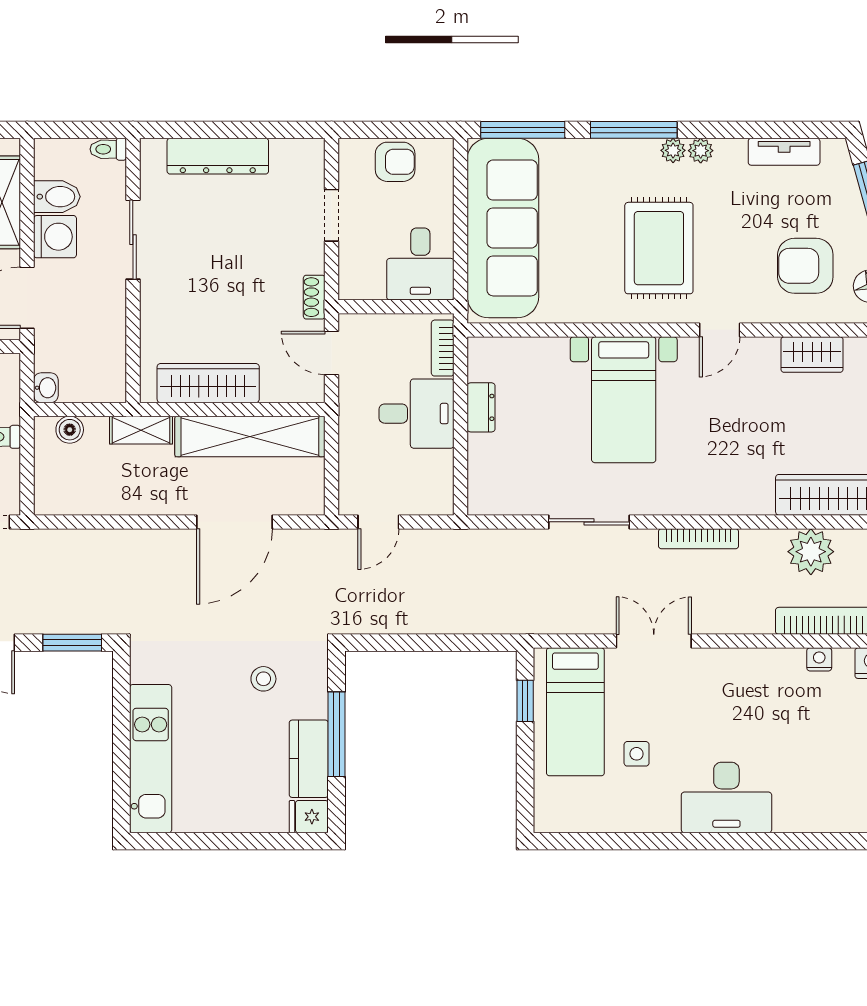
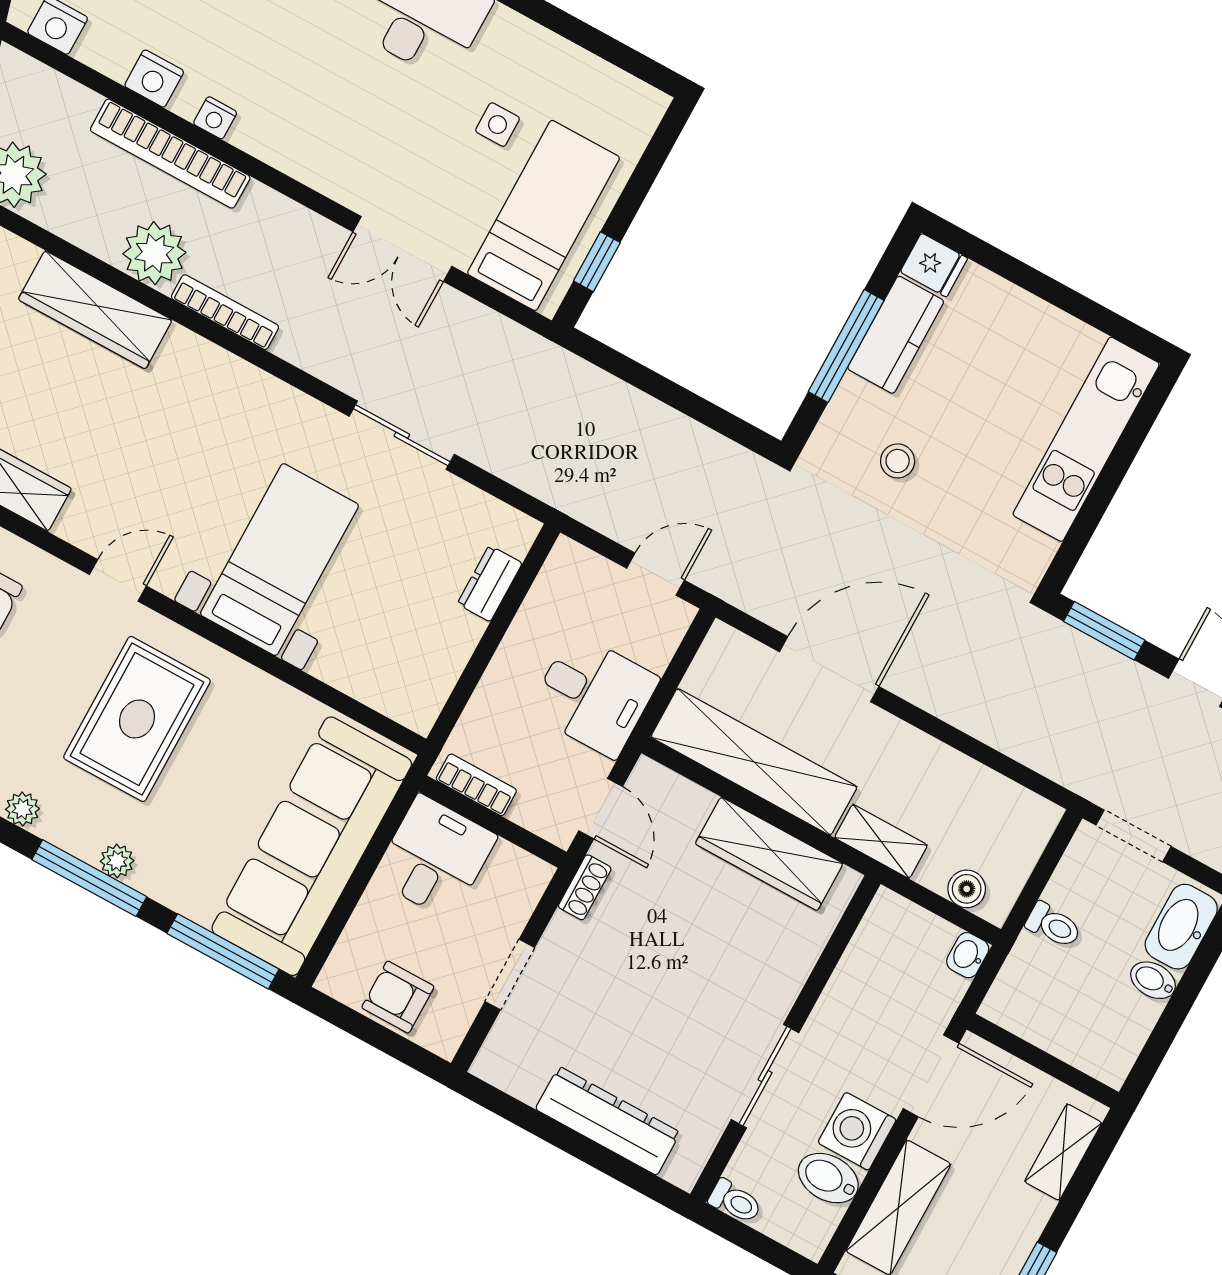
plant: (673, 150) -> (117, 861), moved
bookcase: (443, 348) -> (476, 785), moved, turned -90
dresser: (481, 407) -> (490, 583), moved
desk: (416, 414) -> (594, 695), moved, turned 180
bookcase: (698, 539) -> (225, 312), moved

